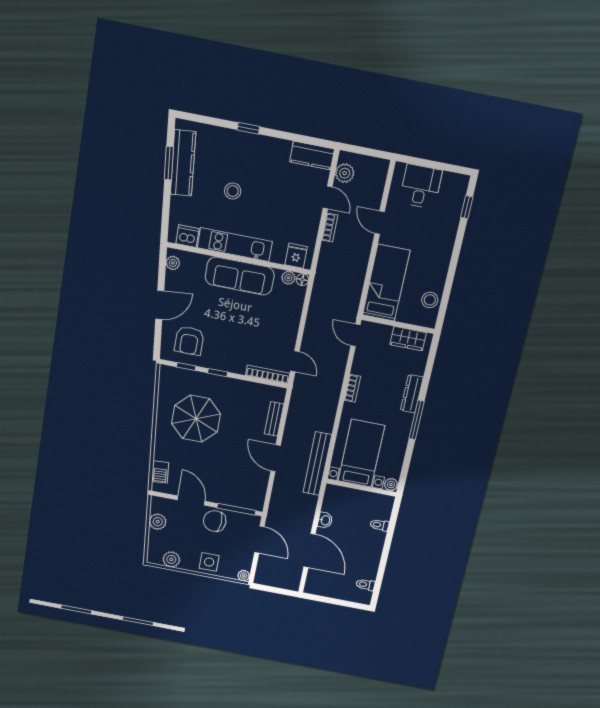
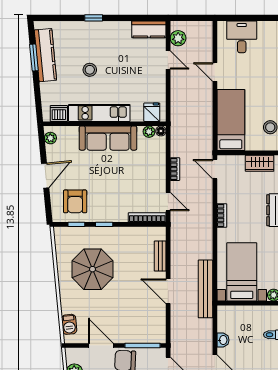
bookcase: (330, 228) -> (175, 169), moved

